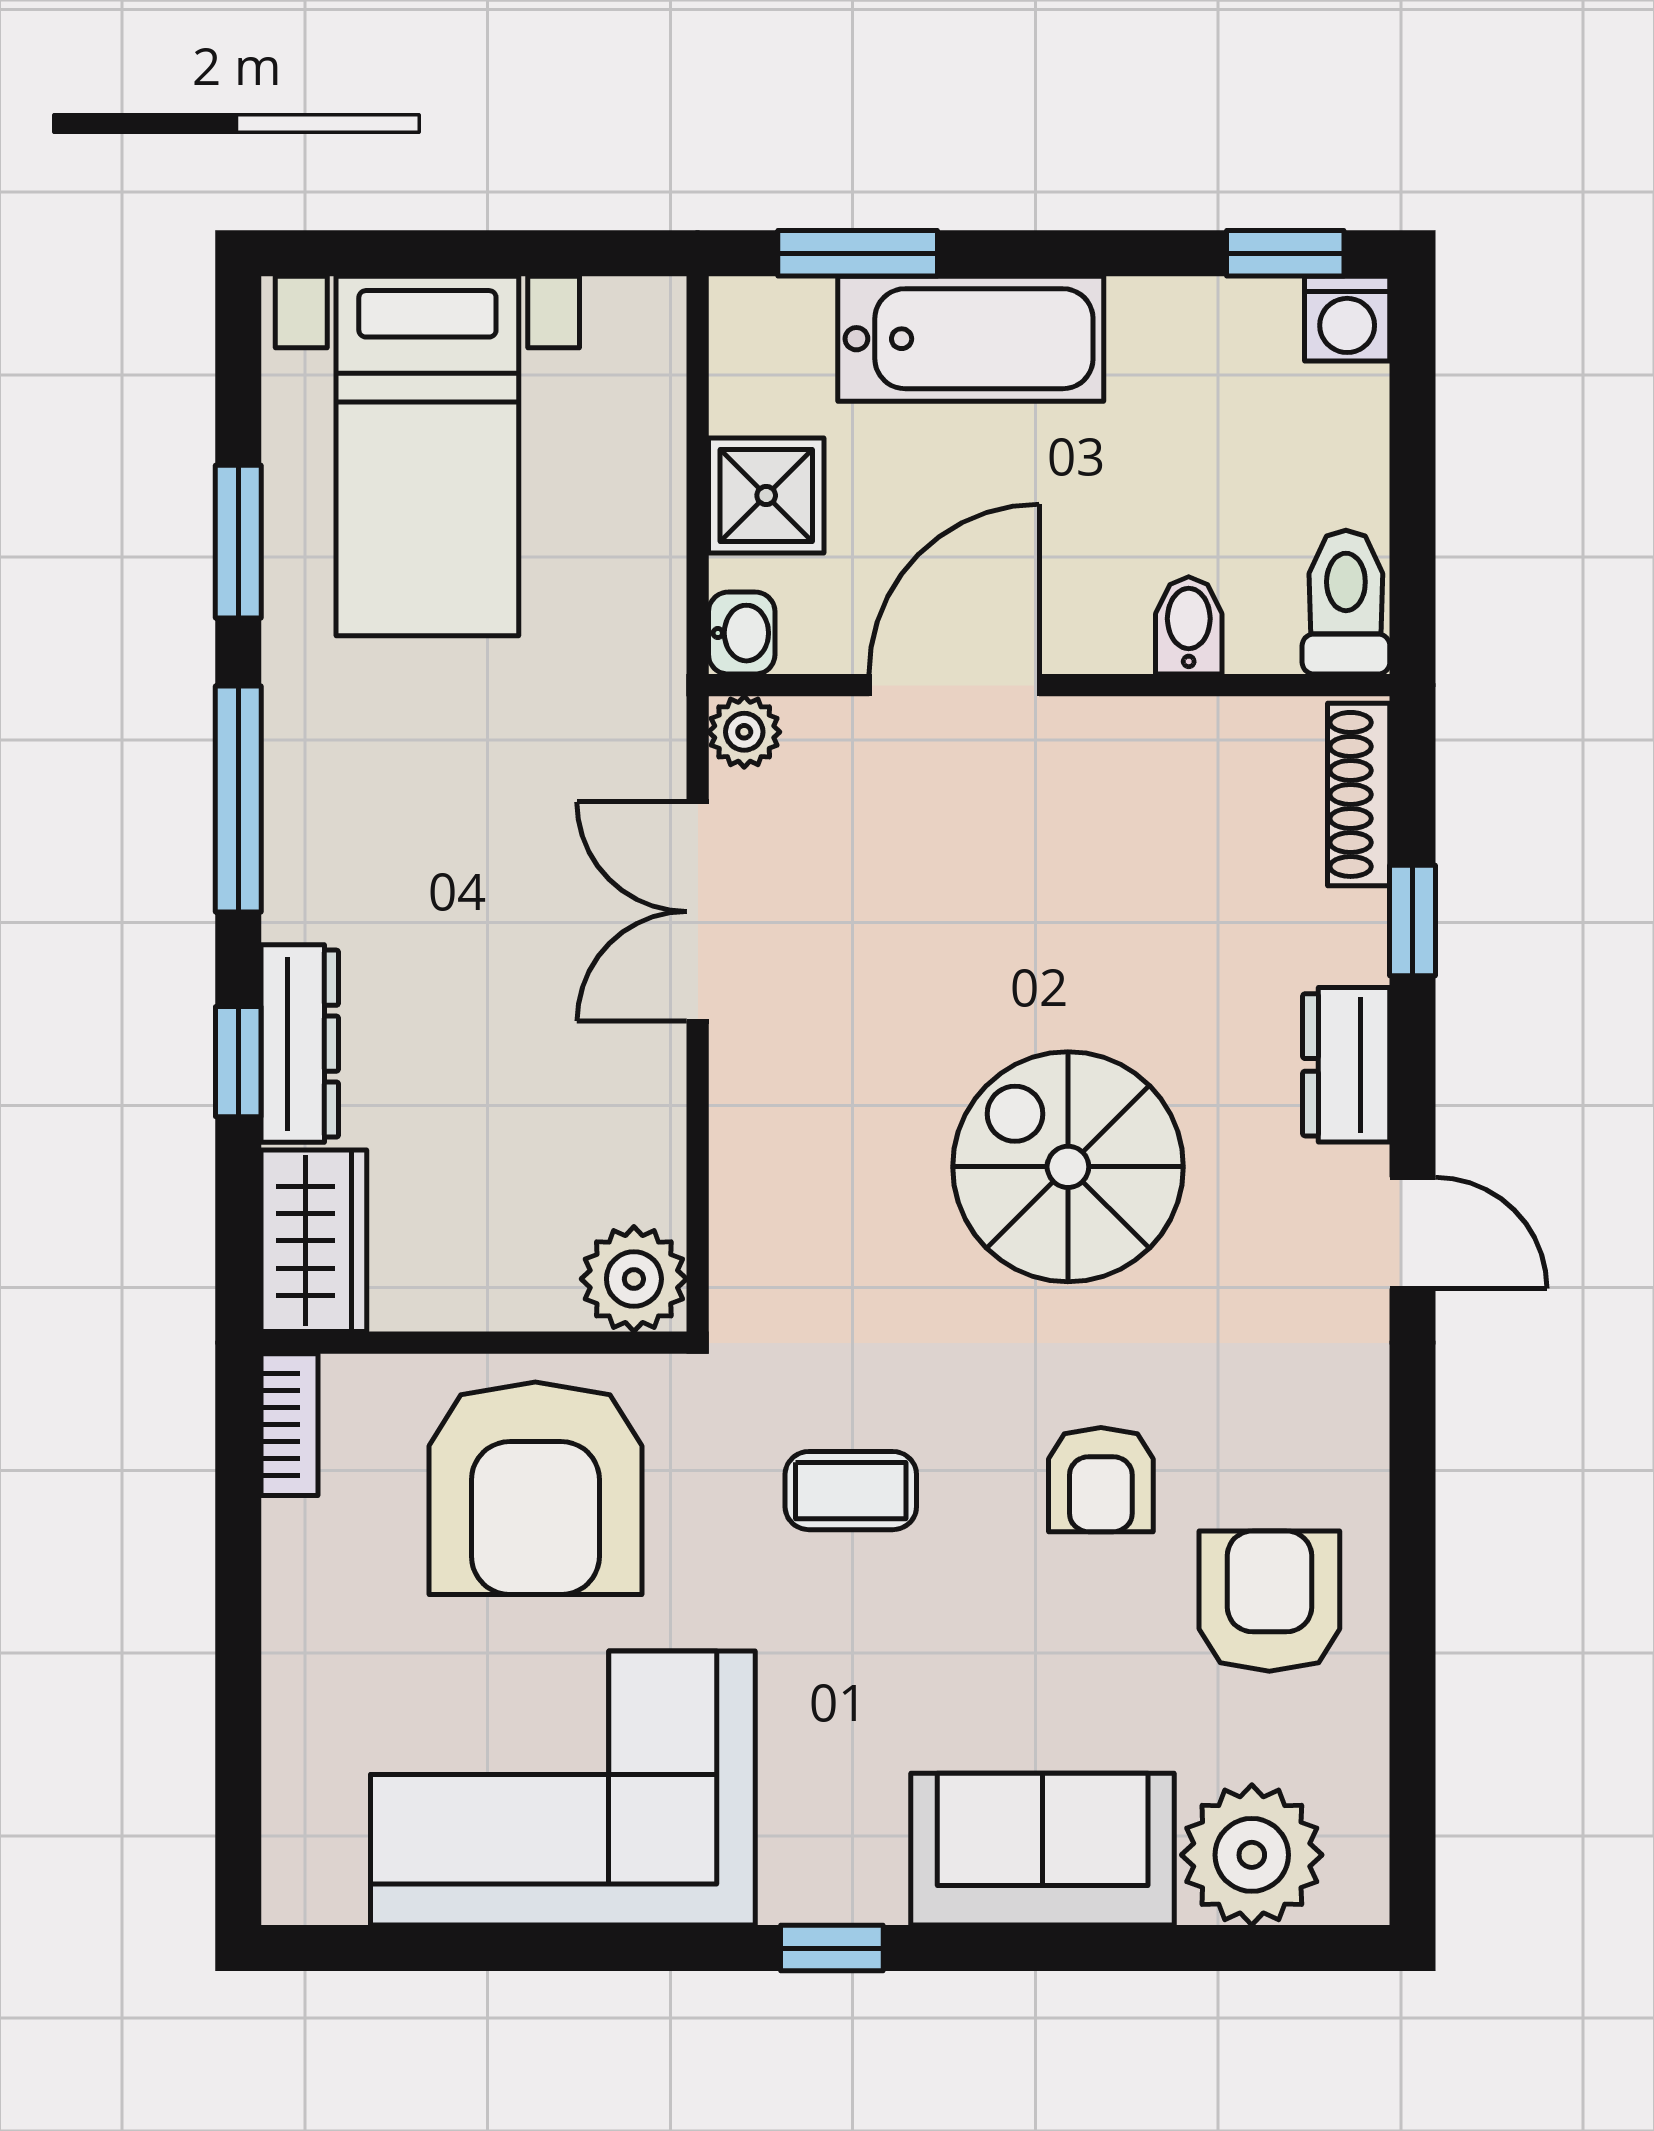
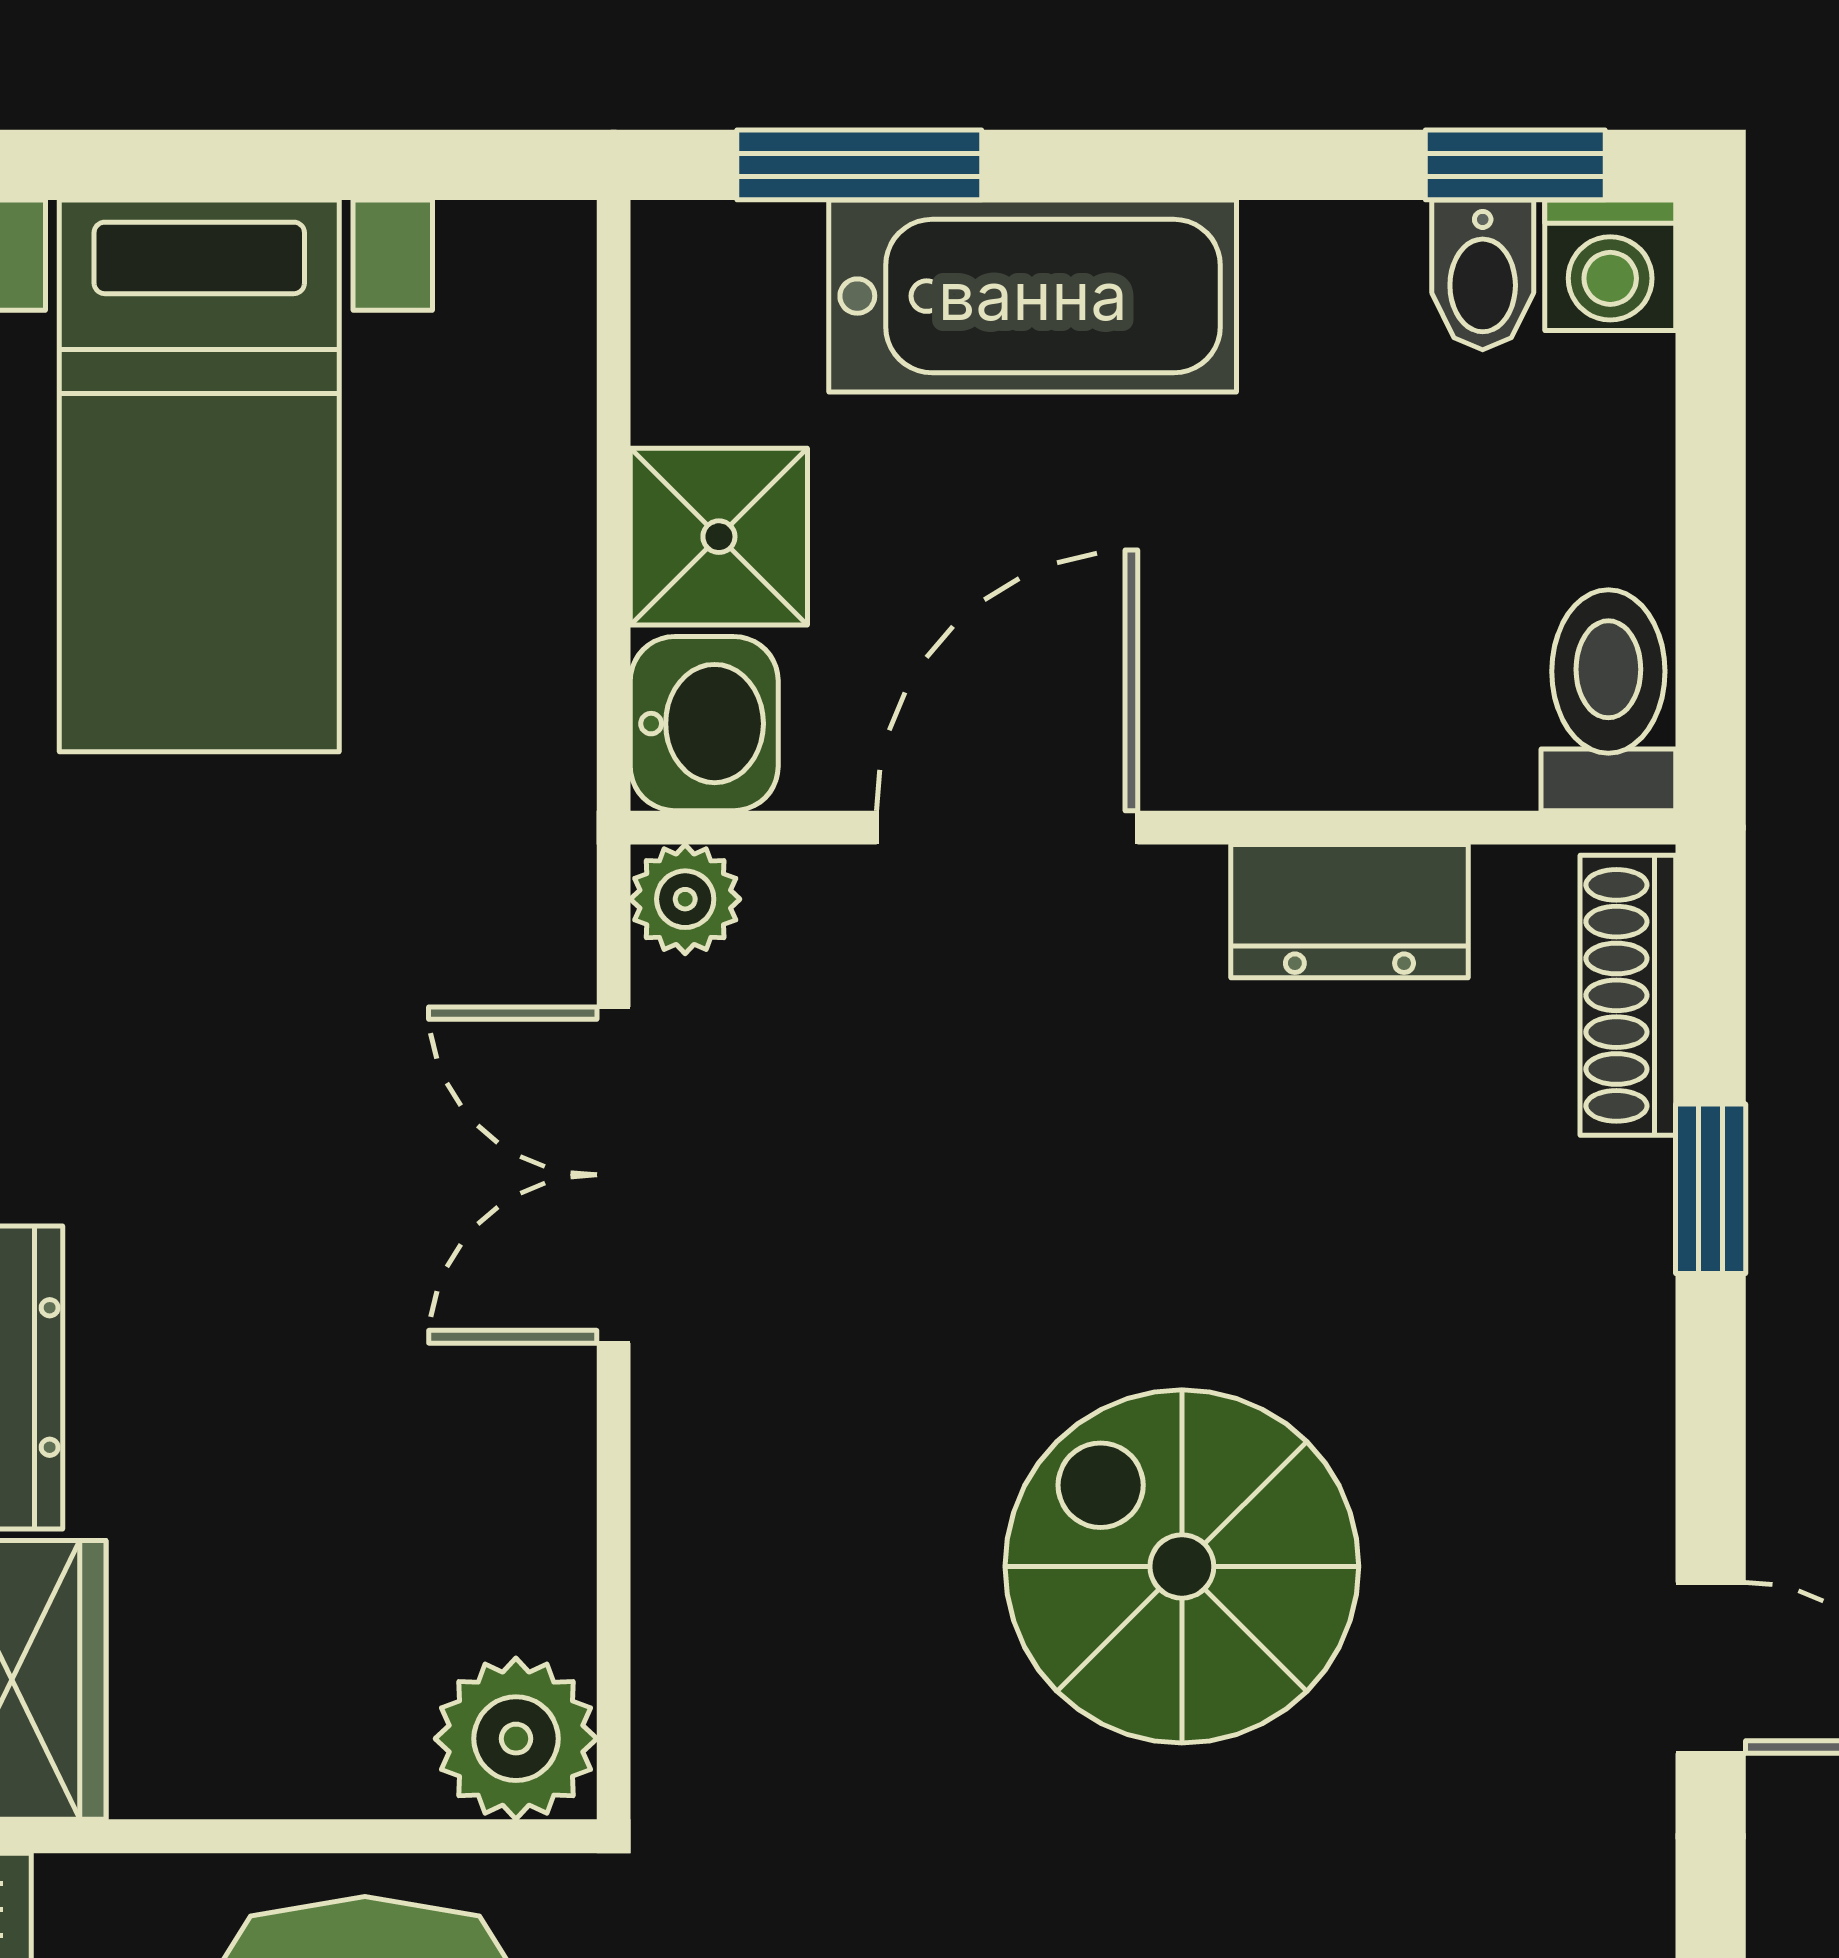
bidet: (1189, 625) -> (1483, 275), moved, turned 180
washbasin: (742, 633) -> (704, 724), width x1.38, depth x1.45
dresser: (1346, 1065) -> (1349, 911), moved, turned -90

